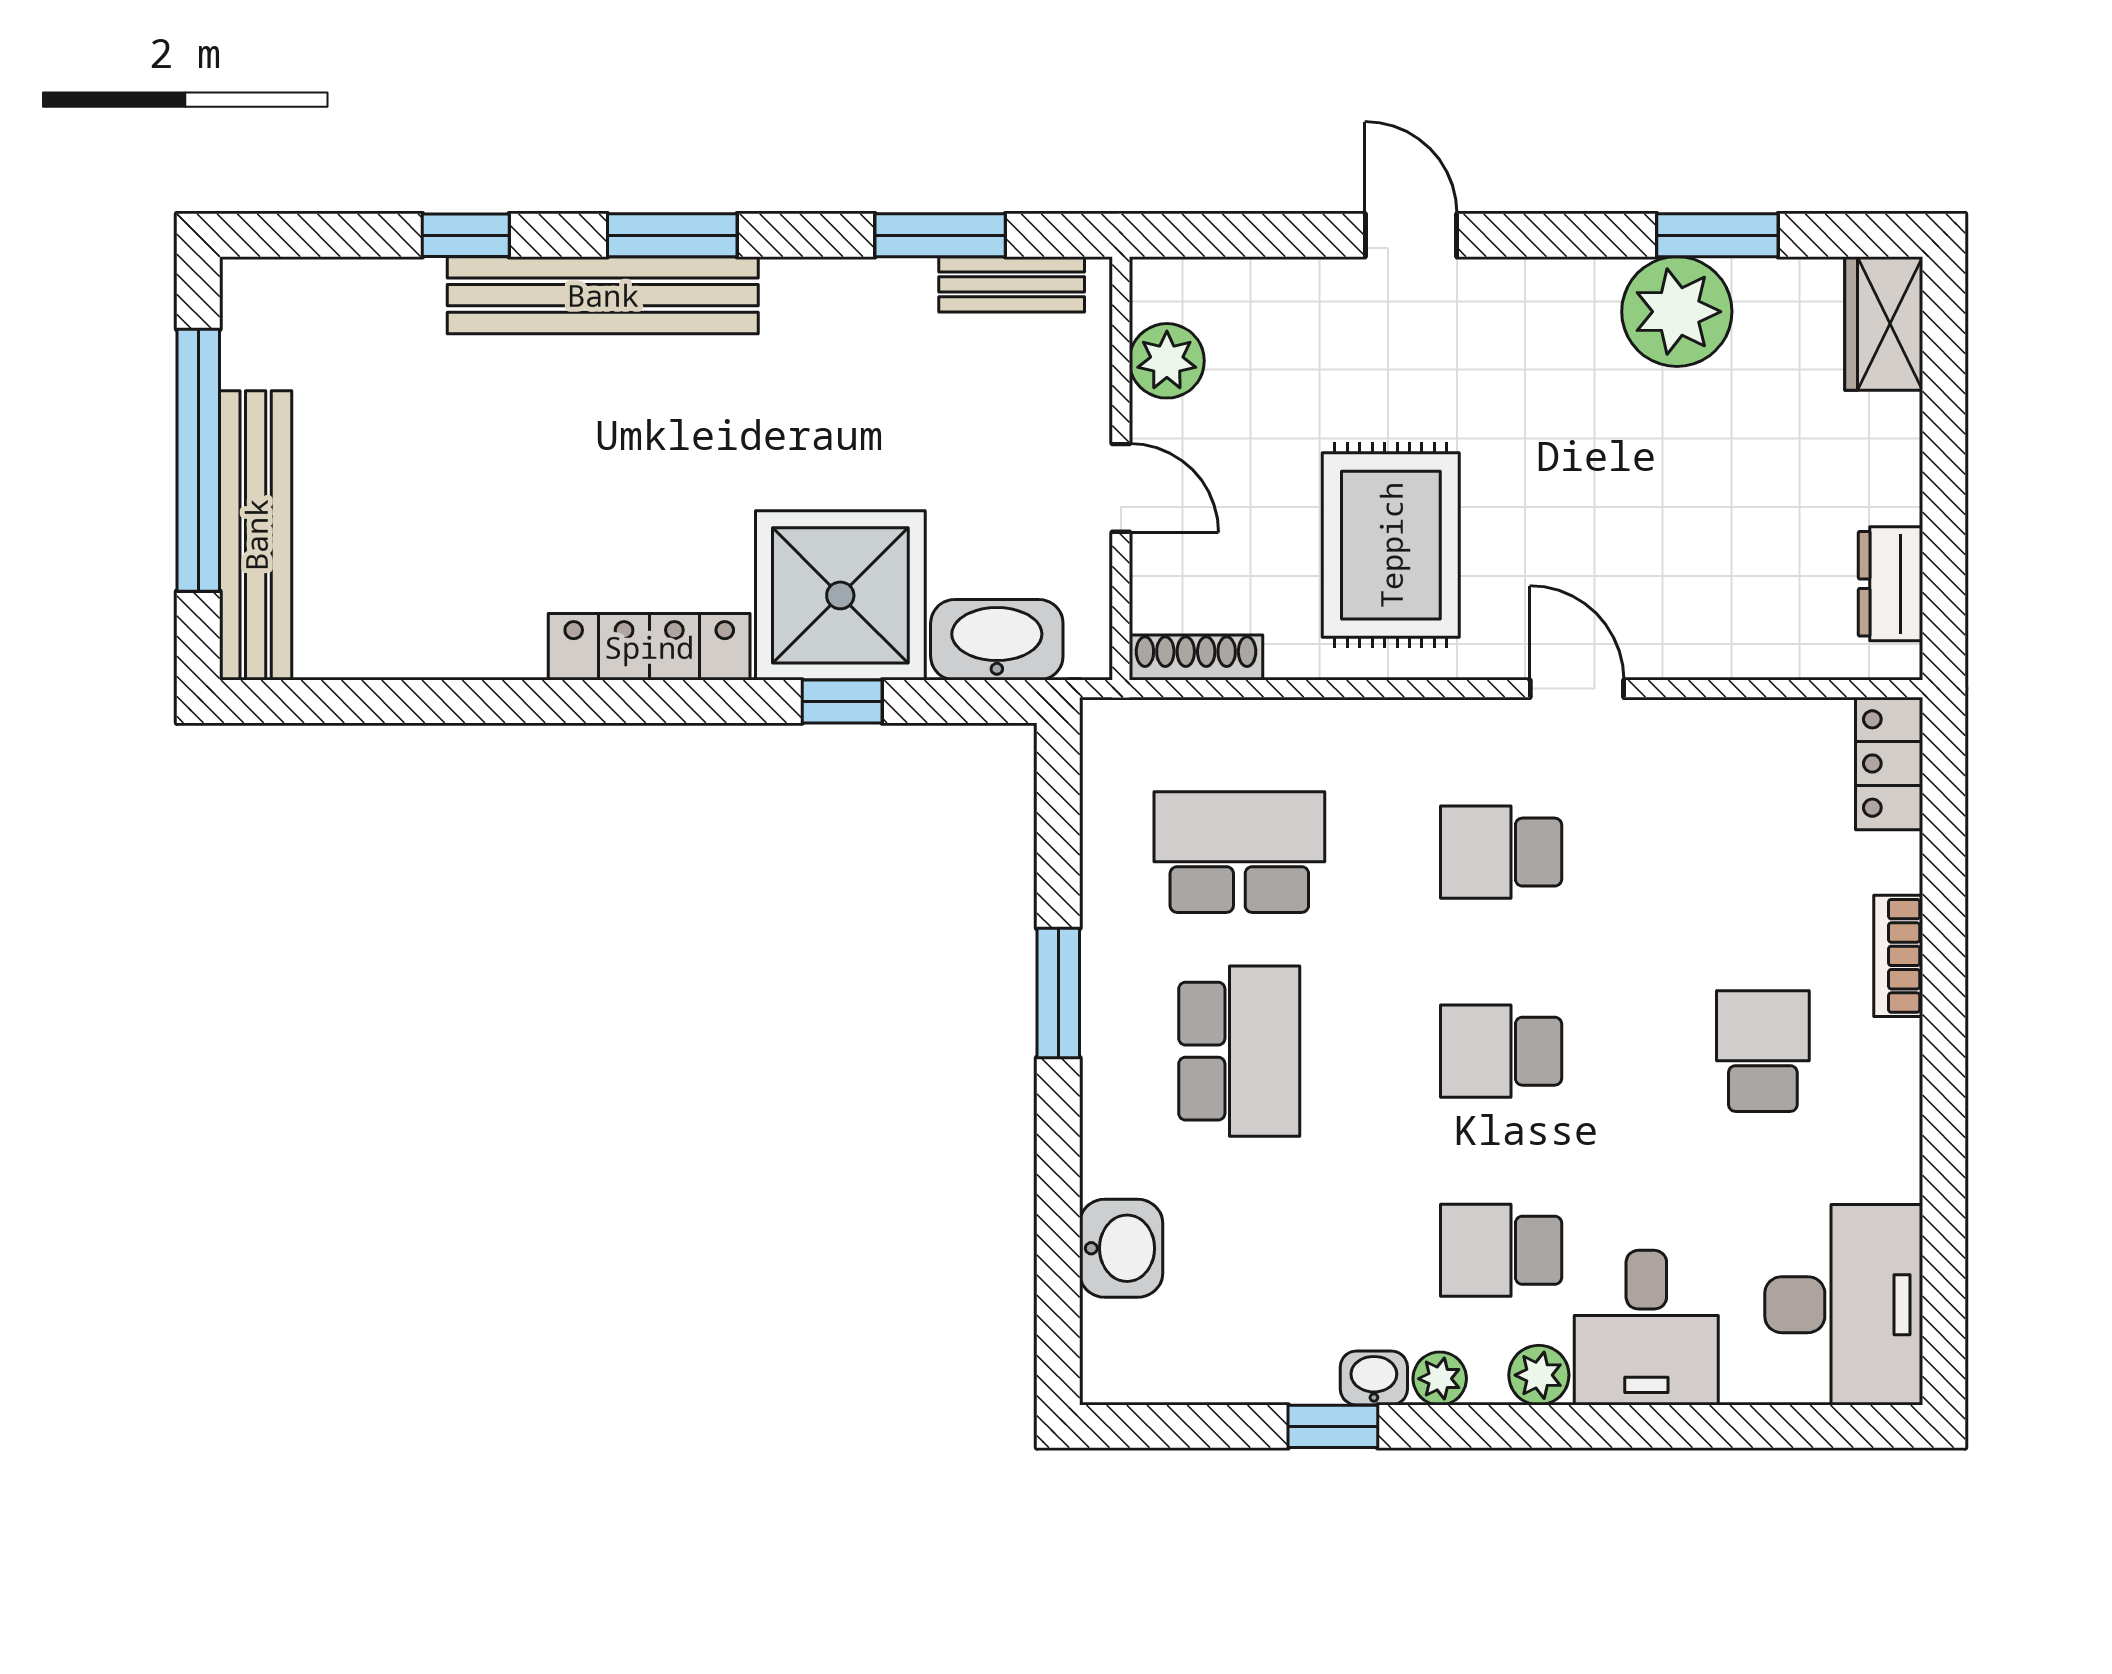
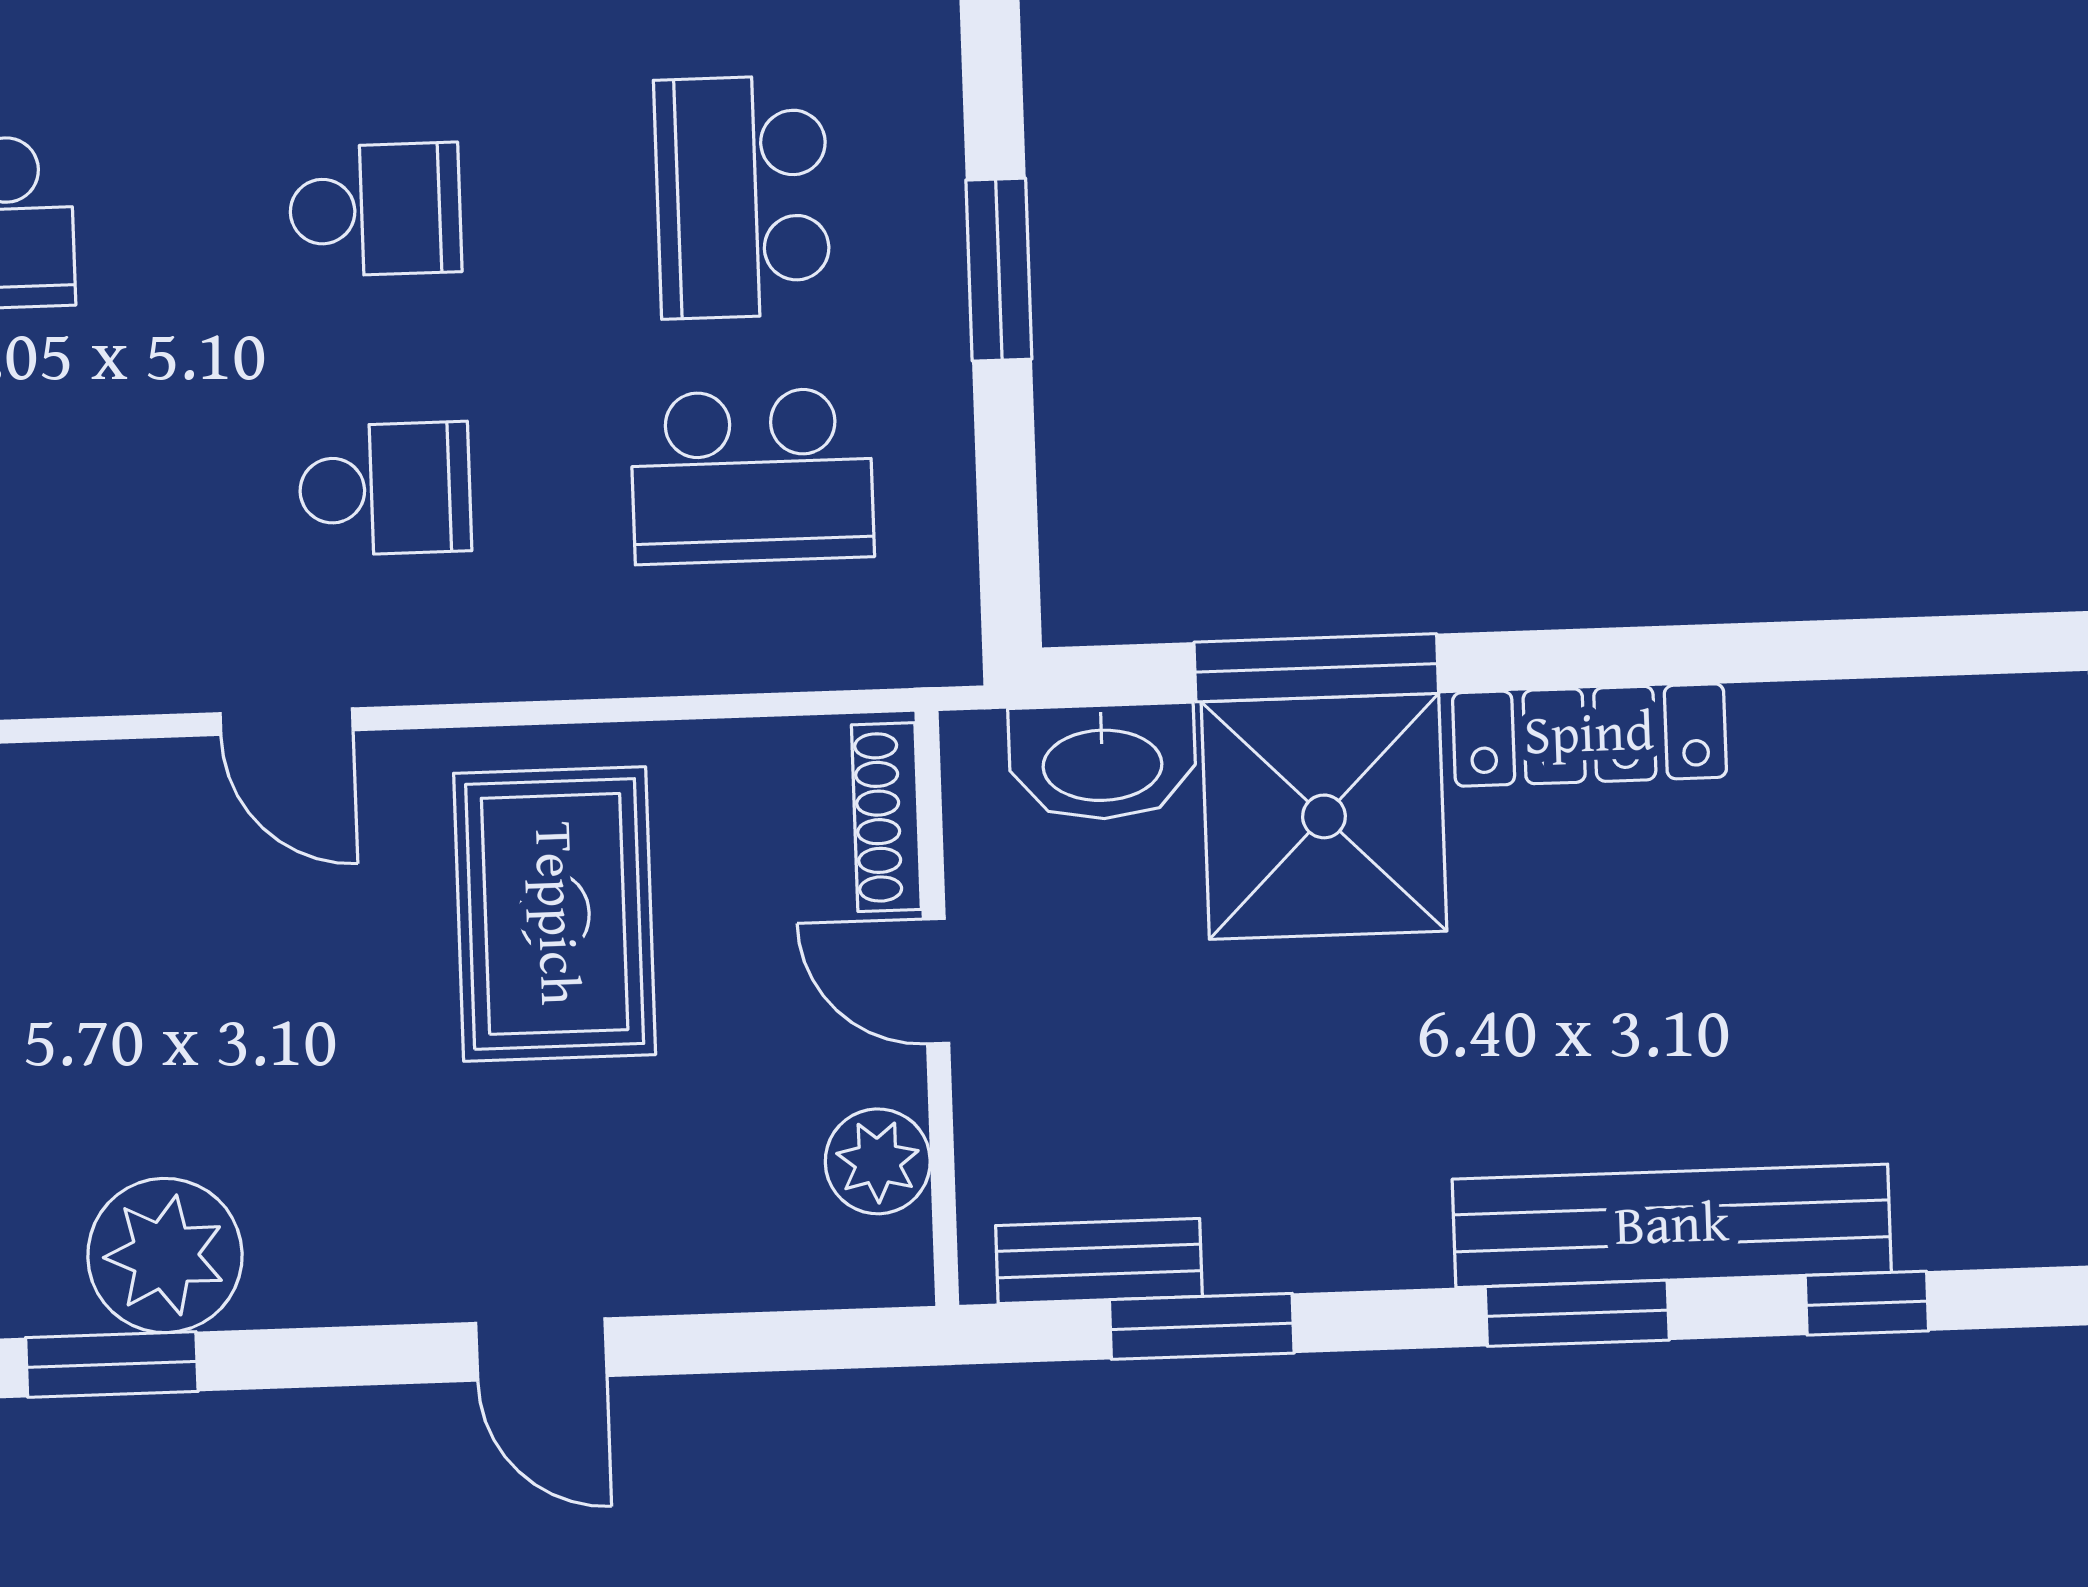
shoe rack: (1196, 657) -> (886, 817), moved, turned 90
window: (842, 701) -> (1316, 668), width x2.17

